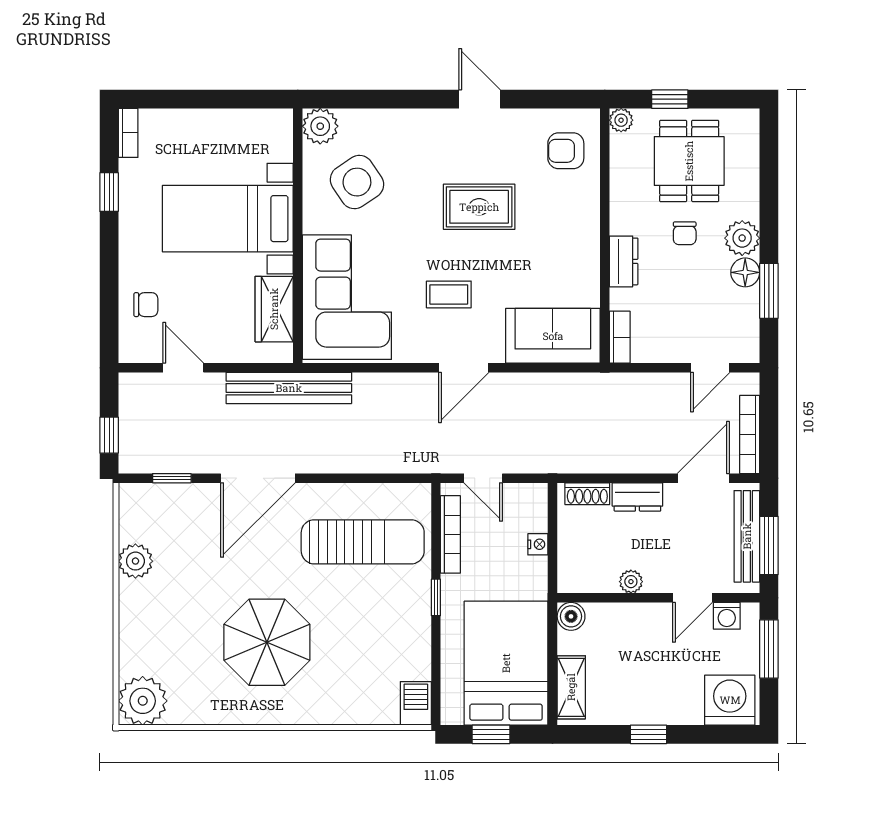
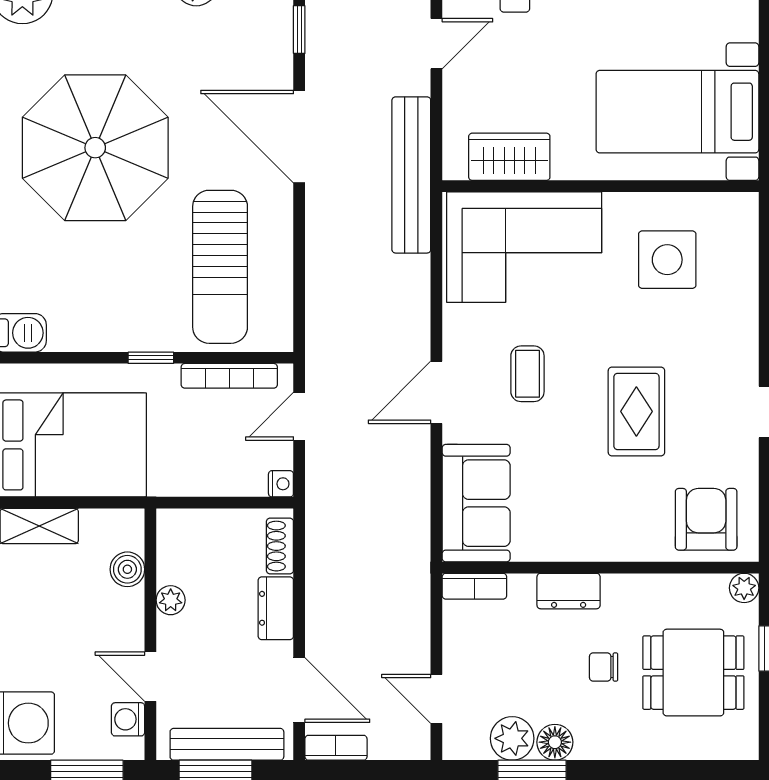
plant: (320, 126) -> (737, 214), removed
armchair: (566, 151) -> (706, 519), width x1.38, depth x1.38
side table: (357, 182) -> (667, 260), turned 34
bed with nightstands: (228, 219) -> (677, 112), moved, turned -90
plant: (742, 238) -> (512, 738), moved
door: (464, 368) -> (436, 392), hinge flipped
bookcase: (750, 434) -> (336, 748), width x0.64
nightstand: (538, 544) -> (281, 484), moved, turned -90
boiler: (571, 616) -> (127, 569), moved
parasol: (267, 642) -> (95, 148), width x1.36, depth x1.36

